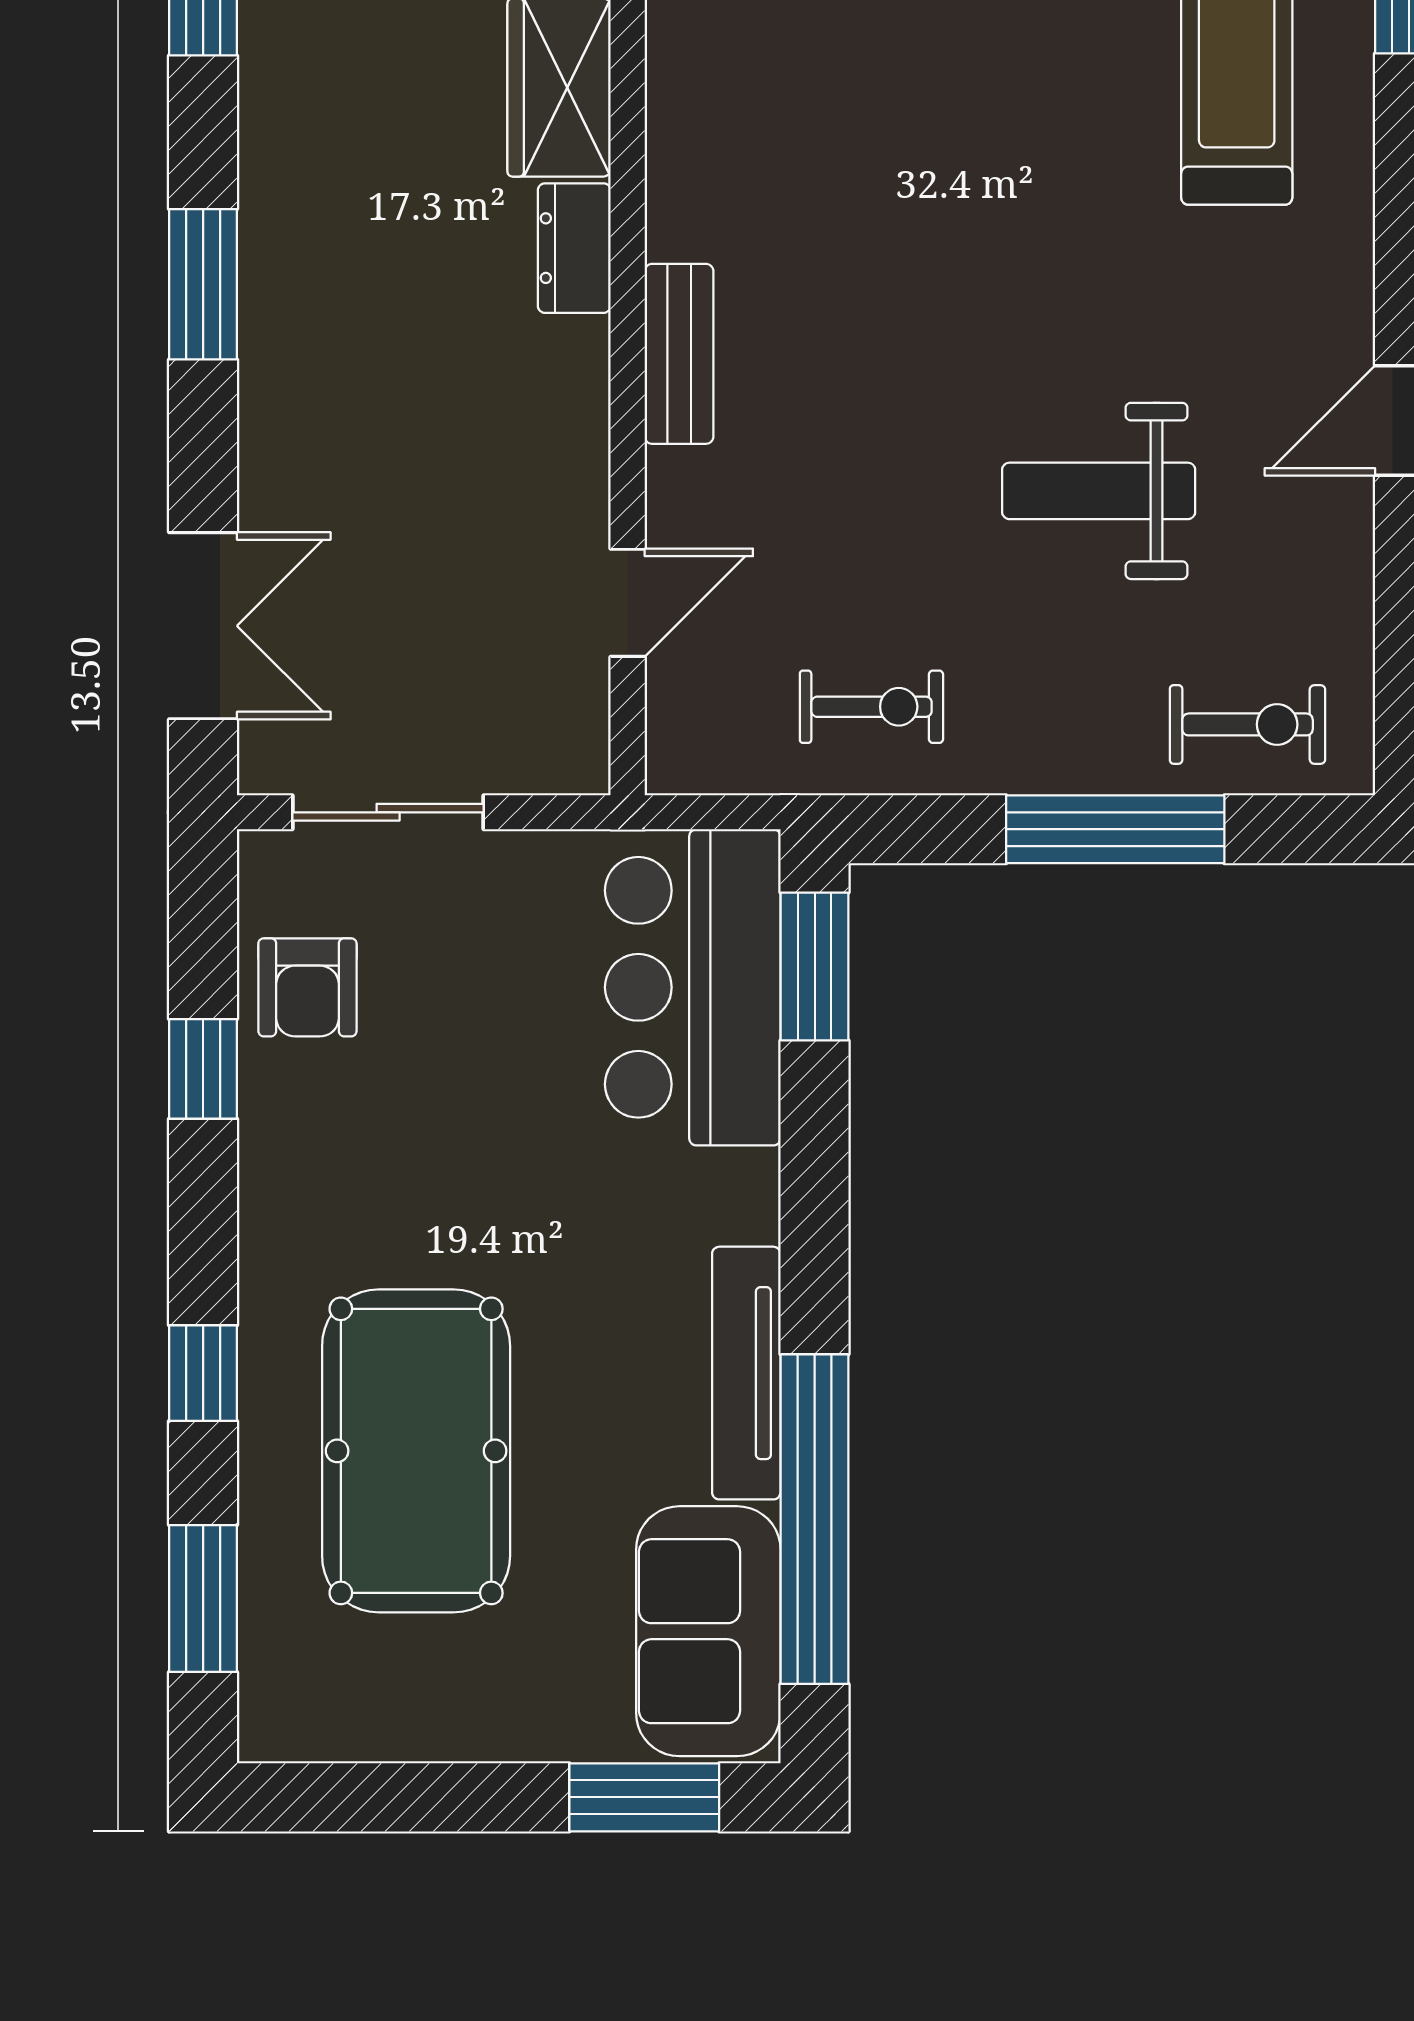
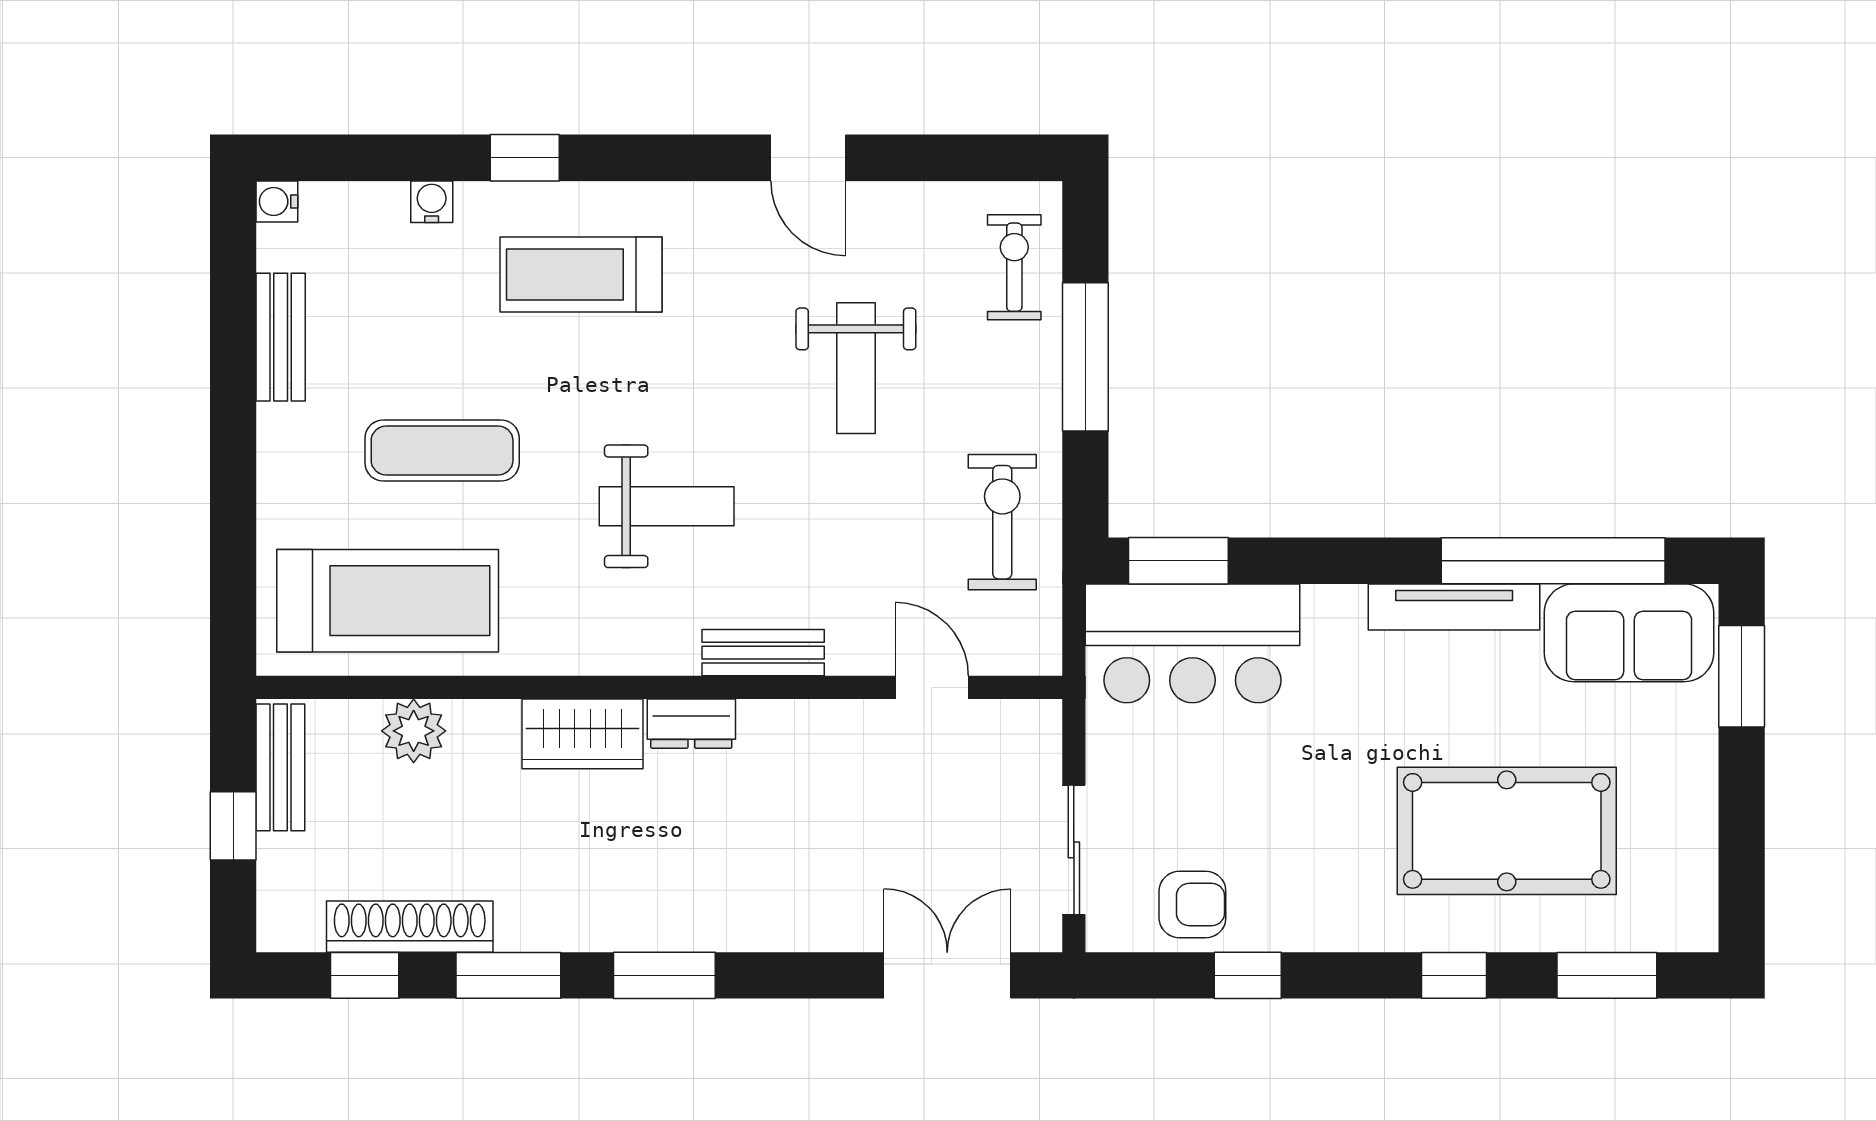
weight bench: (895, 212) -> (667, 506), added
window: (203, 284) -> (664, 975), moved
exercise bike: (871, 707) -> (1002, 522), width x1.38, depth x1.39

